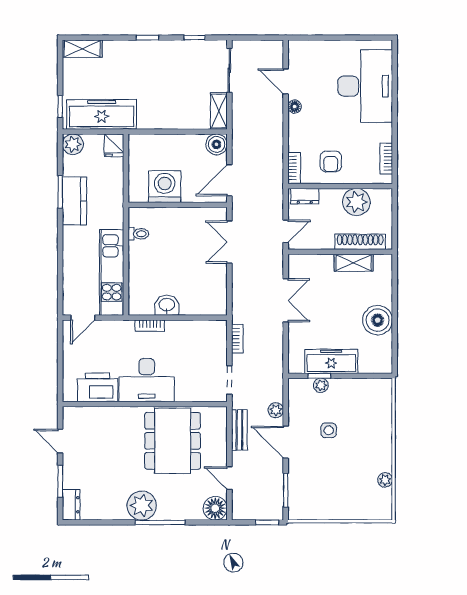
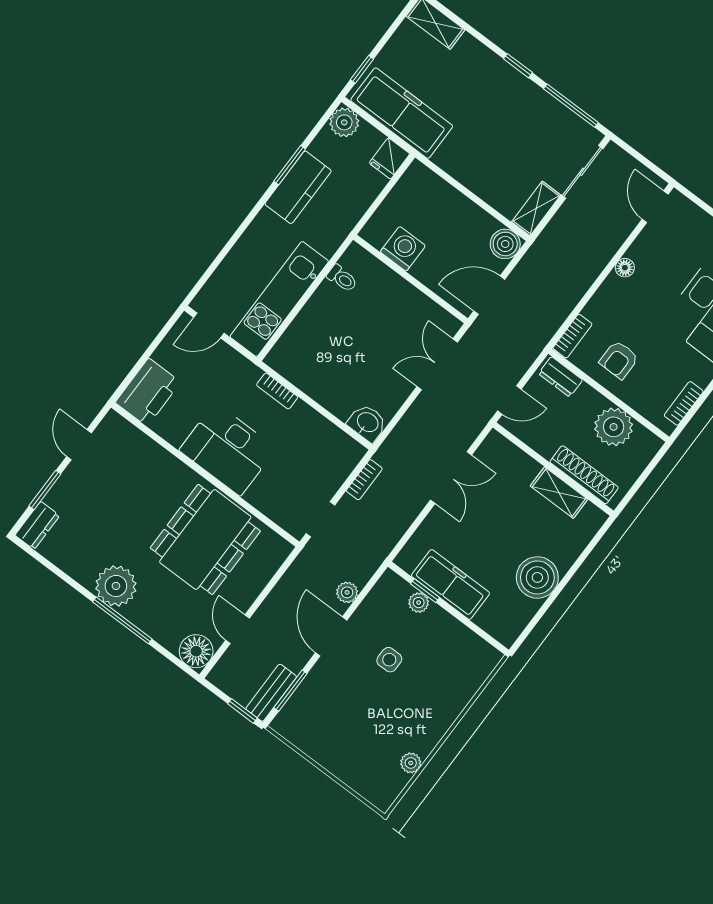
window: (195, 38) -> (571, 106), width x2.17
door: (286, 82) -> (655, 207), moved
washing machine: (165, 187) -> (403, 249), width x0.73, depth x0.73
washbasin: (167, 305) -> (367, 423), moved
printer: (98, 387) -> (148, 392), moved, turned 90
bench: (239, 430) -> (271, 693), moved

